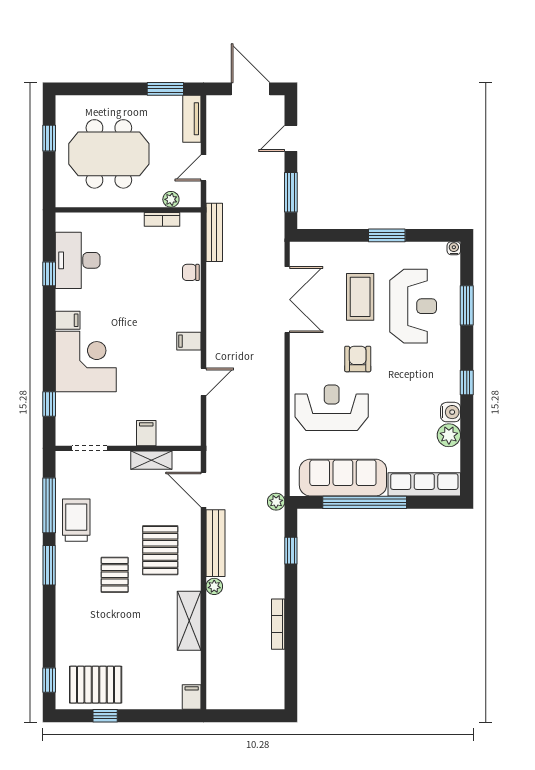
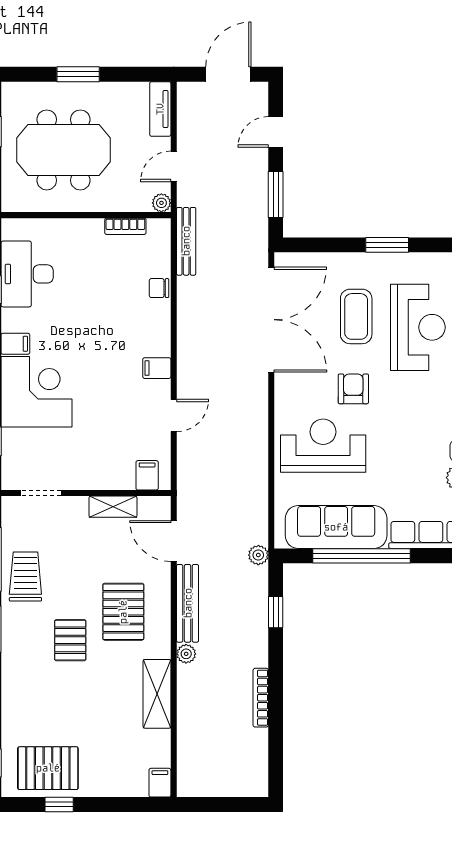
window: (165, 89) -> (78, 74), moved
door: (250, 89) -> (228, 74), hinge flipped
plant: (171, 199) -> (161, 203), moved
double door: (287, 300) -> (271, 320), width x1.36
filing cabinet: (146, 433) -> (147, 475), moved

